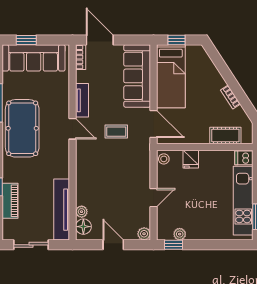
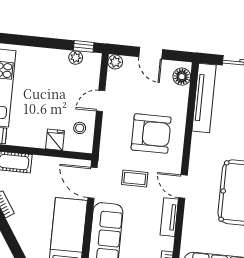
stool: (164, 159) -> (80, 128), moved
armchair: (106, 173) -> (151, 134), added
plant: (82, 212) -> (182, 93), removed

